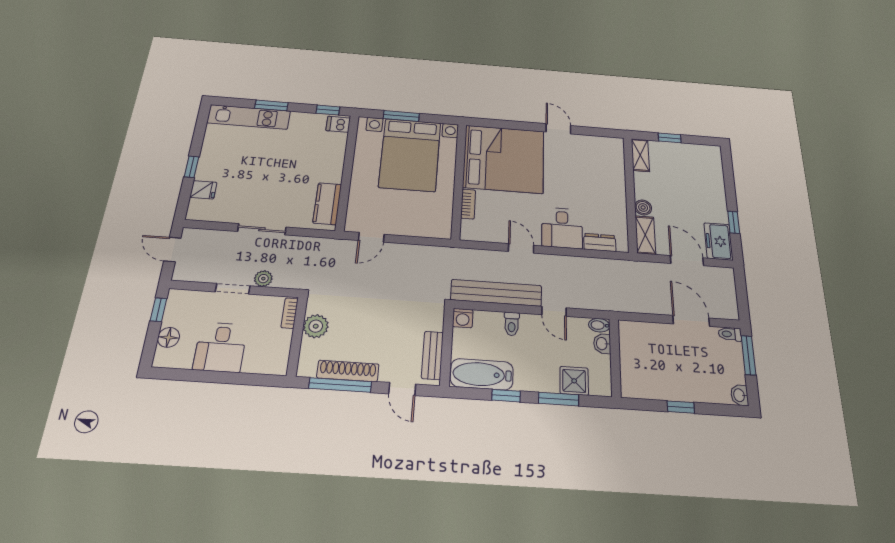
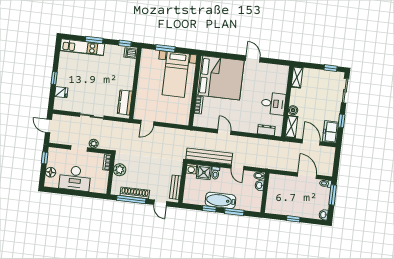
window: (670, 138) -> (331, 68), moved
bed with nightstands: (410, 155) -> (176, 74), width x0.73
sliding door: (728, 174) -> (345, 91), added
desk: (562, 228) -> (273, 104), moved, turned -90
desk: (220, 347) -> (75, 178), width x1.37
bathtub: (482, 374) -> (221, 200), moved
shower: (574, 381) -> (204, 172), moved

